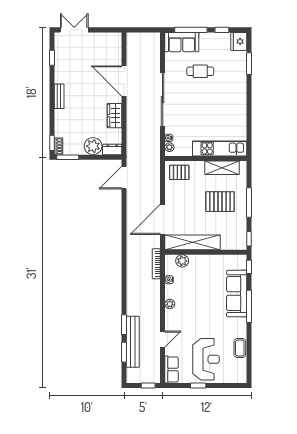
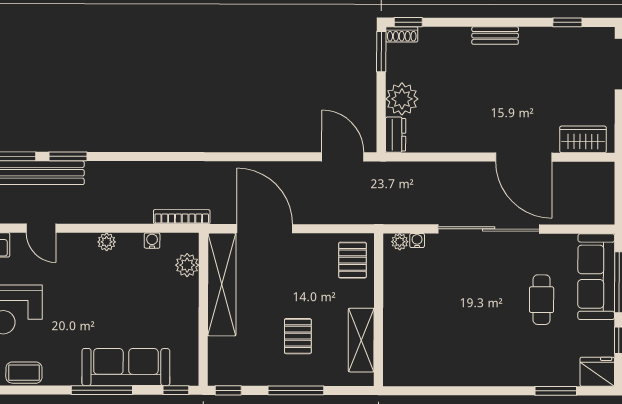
sofa: (182, 42) -> (596, 277), width x1.36
door: (124, 81) -> (524, 157), swing flipped
wardrobe: (115, 116) -> (583, 139), moved
kitchen unit: (220, 148) -> (397, 336), removed
pallet: (220, 202) -> (298, 336), width x0.67, depth x0.71

